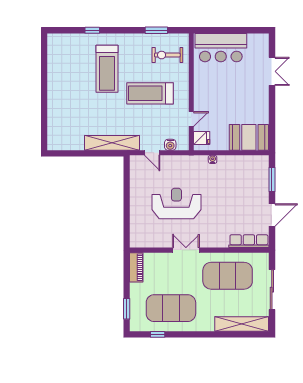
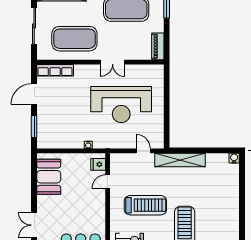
booth: (249, 137) -> (49, 177), moved, turned 90
water cooler: (170, 145) -> (234, 158), moved
reception desk: (176, 204) -> (121, 105), width x1.36, depth x1.30

